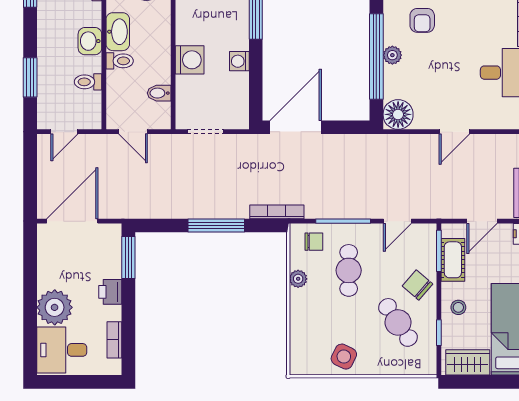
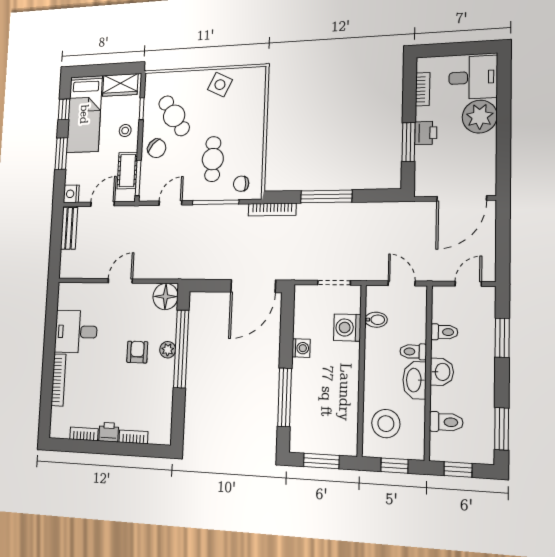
armchair: (422, 20) -> (137, 352), moved
washing machine: (190, 60) -> (347, 328), moved
window: (128, 258) -> (409, 142), moved
plant: (298, 279) -> (256, 150), removed

